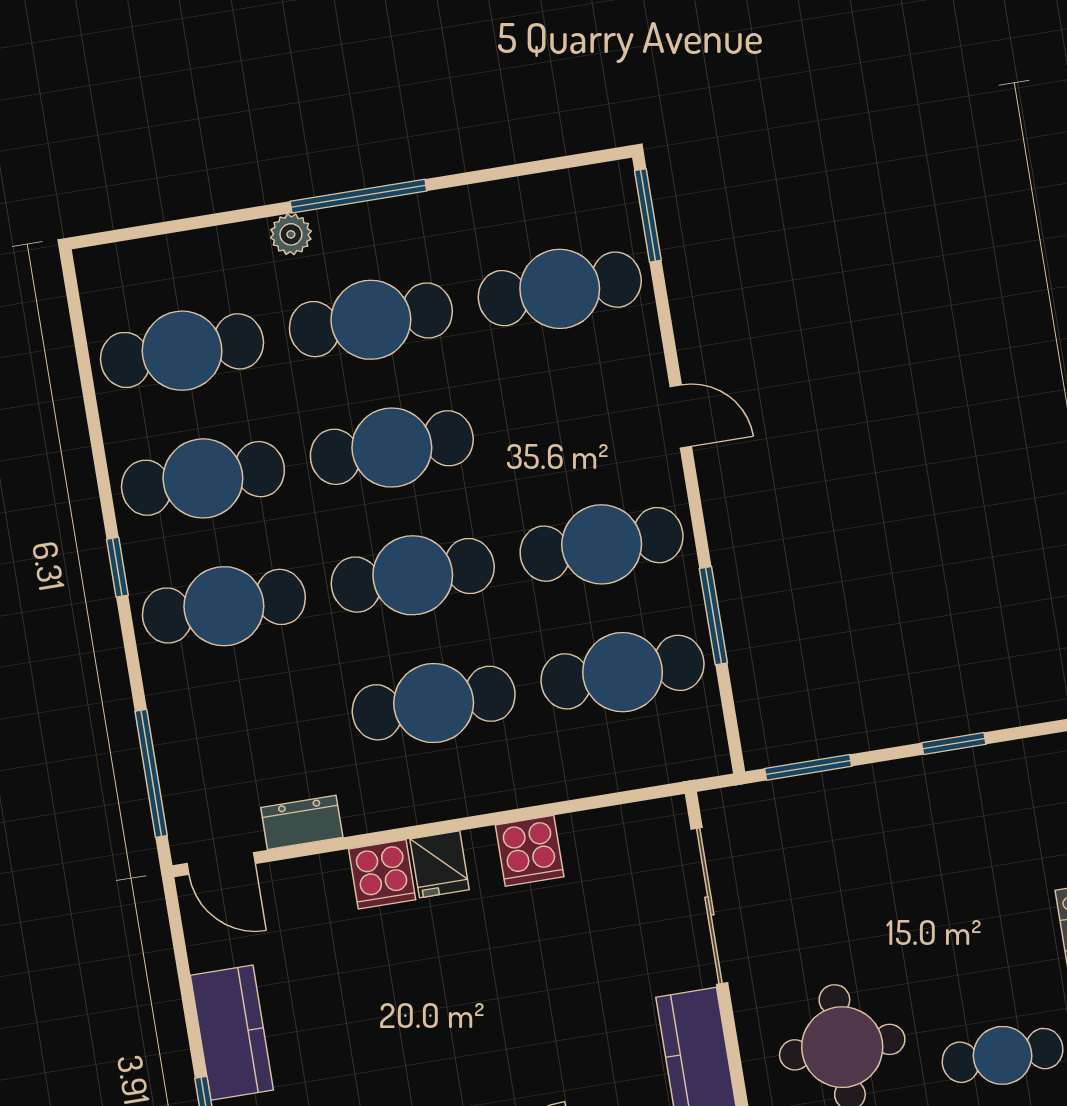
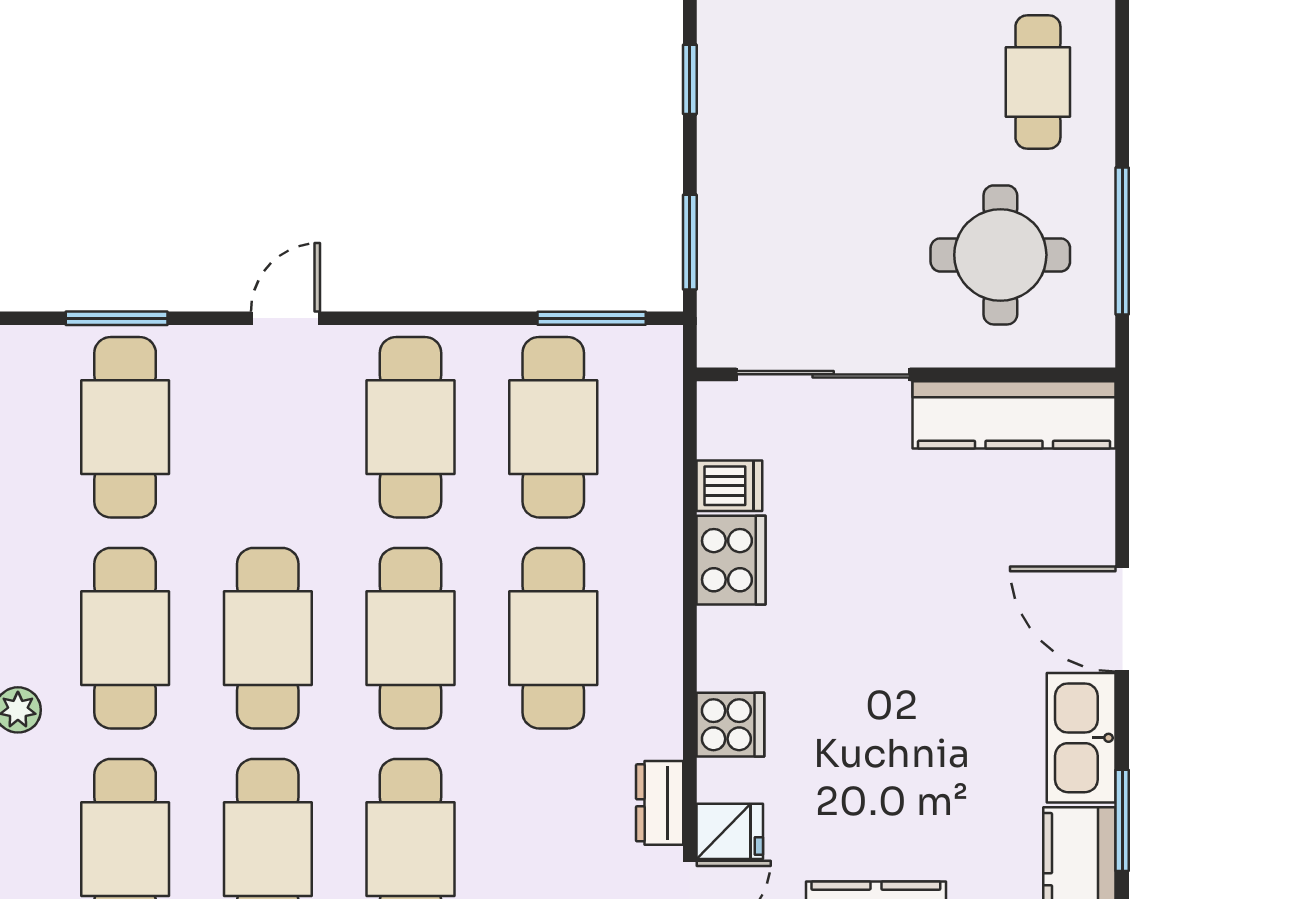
window: (648, 215) -> (117, 318), moved
window: (713, 616) -> (592, 318), moved
dishwasher: (596, 838) -> (729, 486), added
cooker: (530, 851) -> (731, 560), width x1.36
fridge: (440, 864) -> (730, 831), moved

